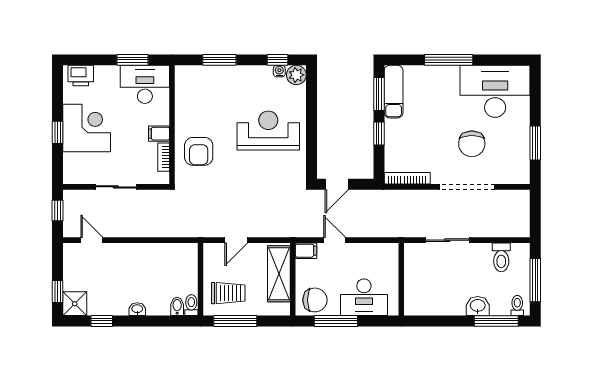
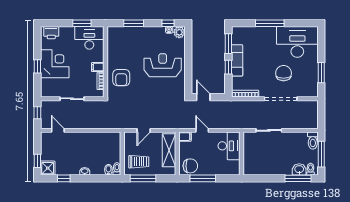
exam couch: (394, 92) -> (237, 60), moved
chair: (472, 144) -> (284, 73), turned 180
door: (337, 184) -> (203, 97), swing flipped
toilet: (501, 257) -> (313, 141), moved
desk: (364, 297) -> (229, 146), moved, turned -90
washbasin: (478, 306) -> (299, 169), moved

